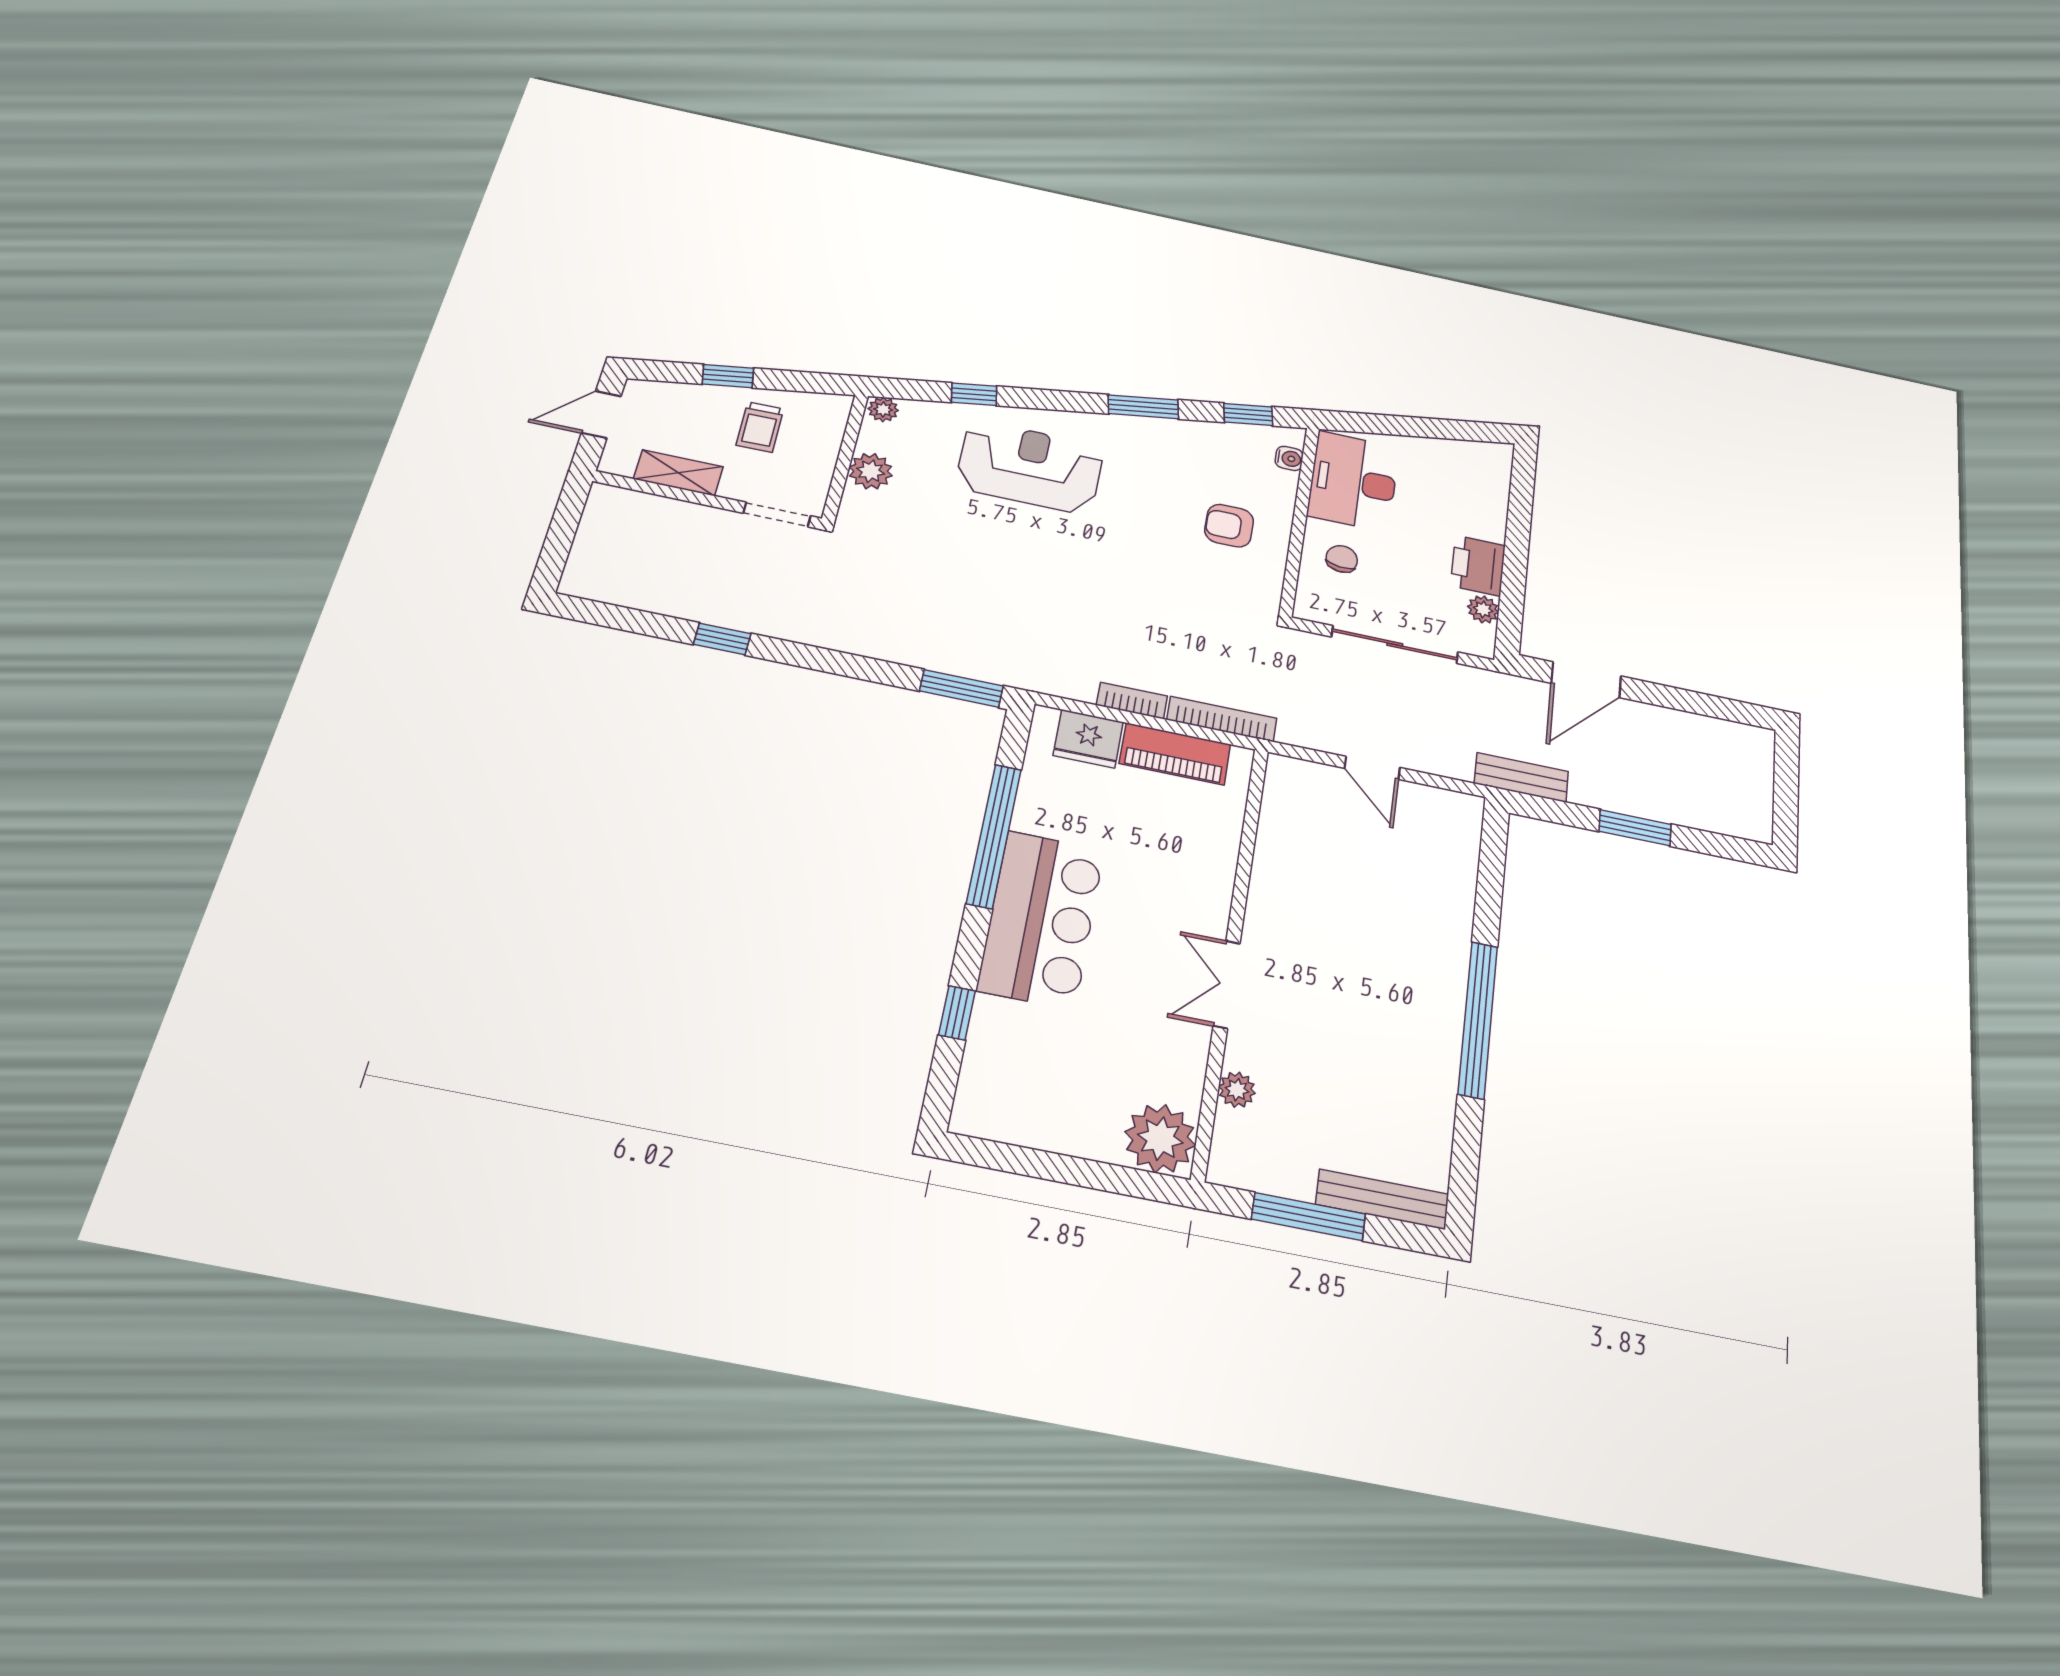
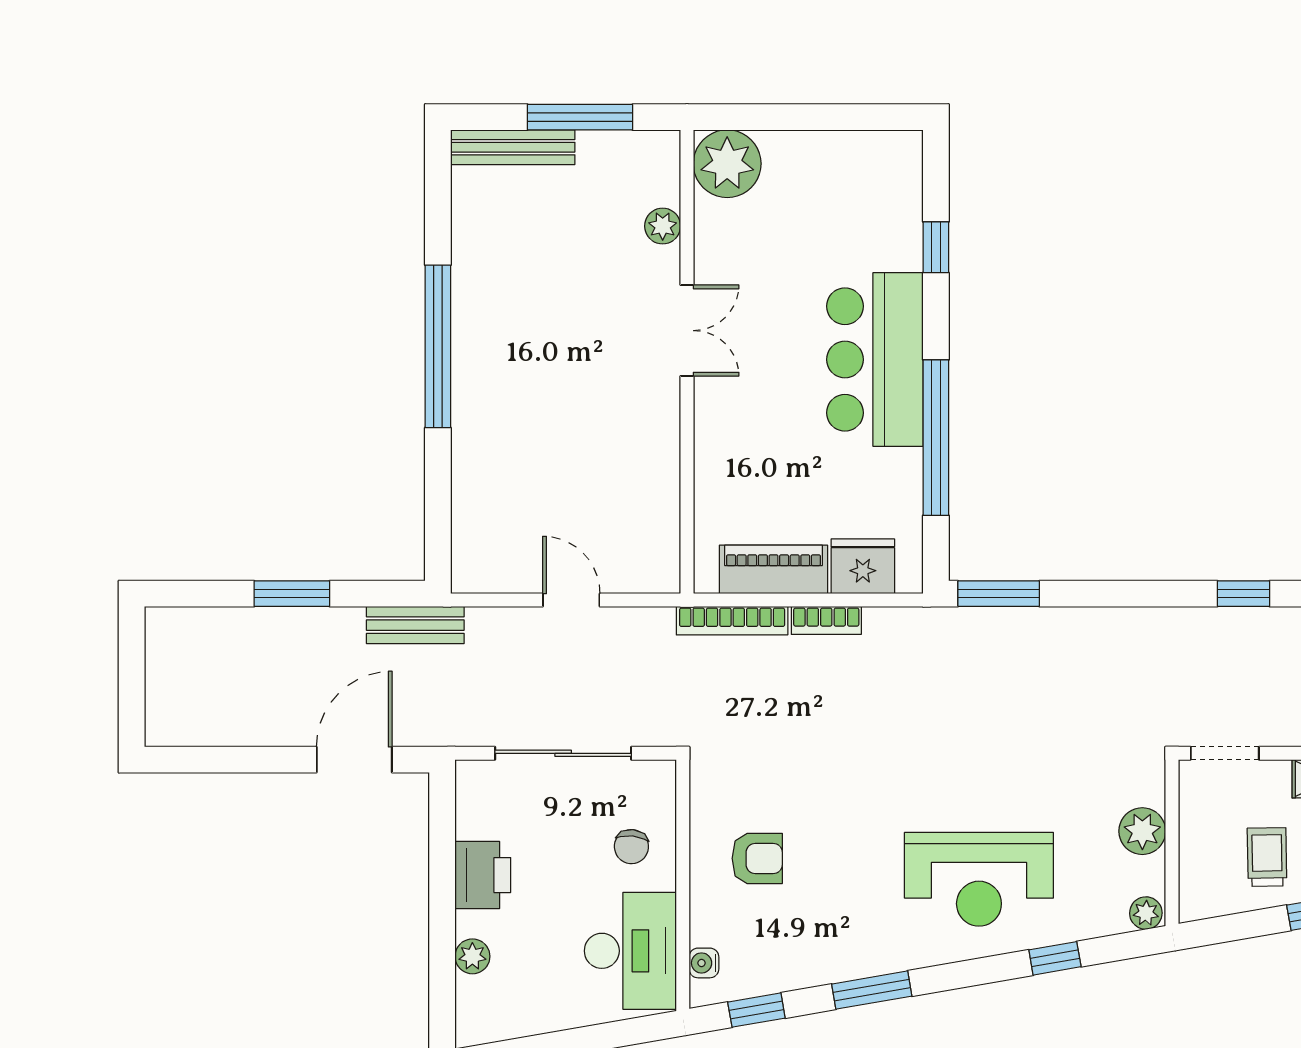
plant: (1483, 609) -> (472, 956), moved

